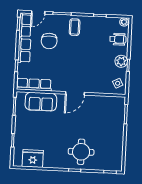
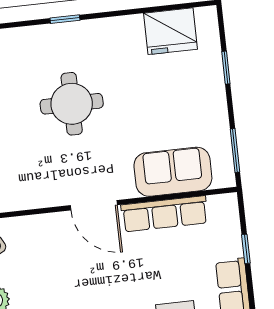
row of seats: (34, 85) -> (165, 214), moved
door: (75, 93) -> (94, 205), swing flipped
round table: (81, 152) -> (72, 104), moved

